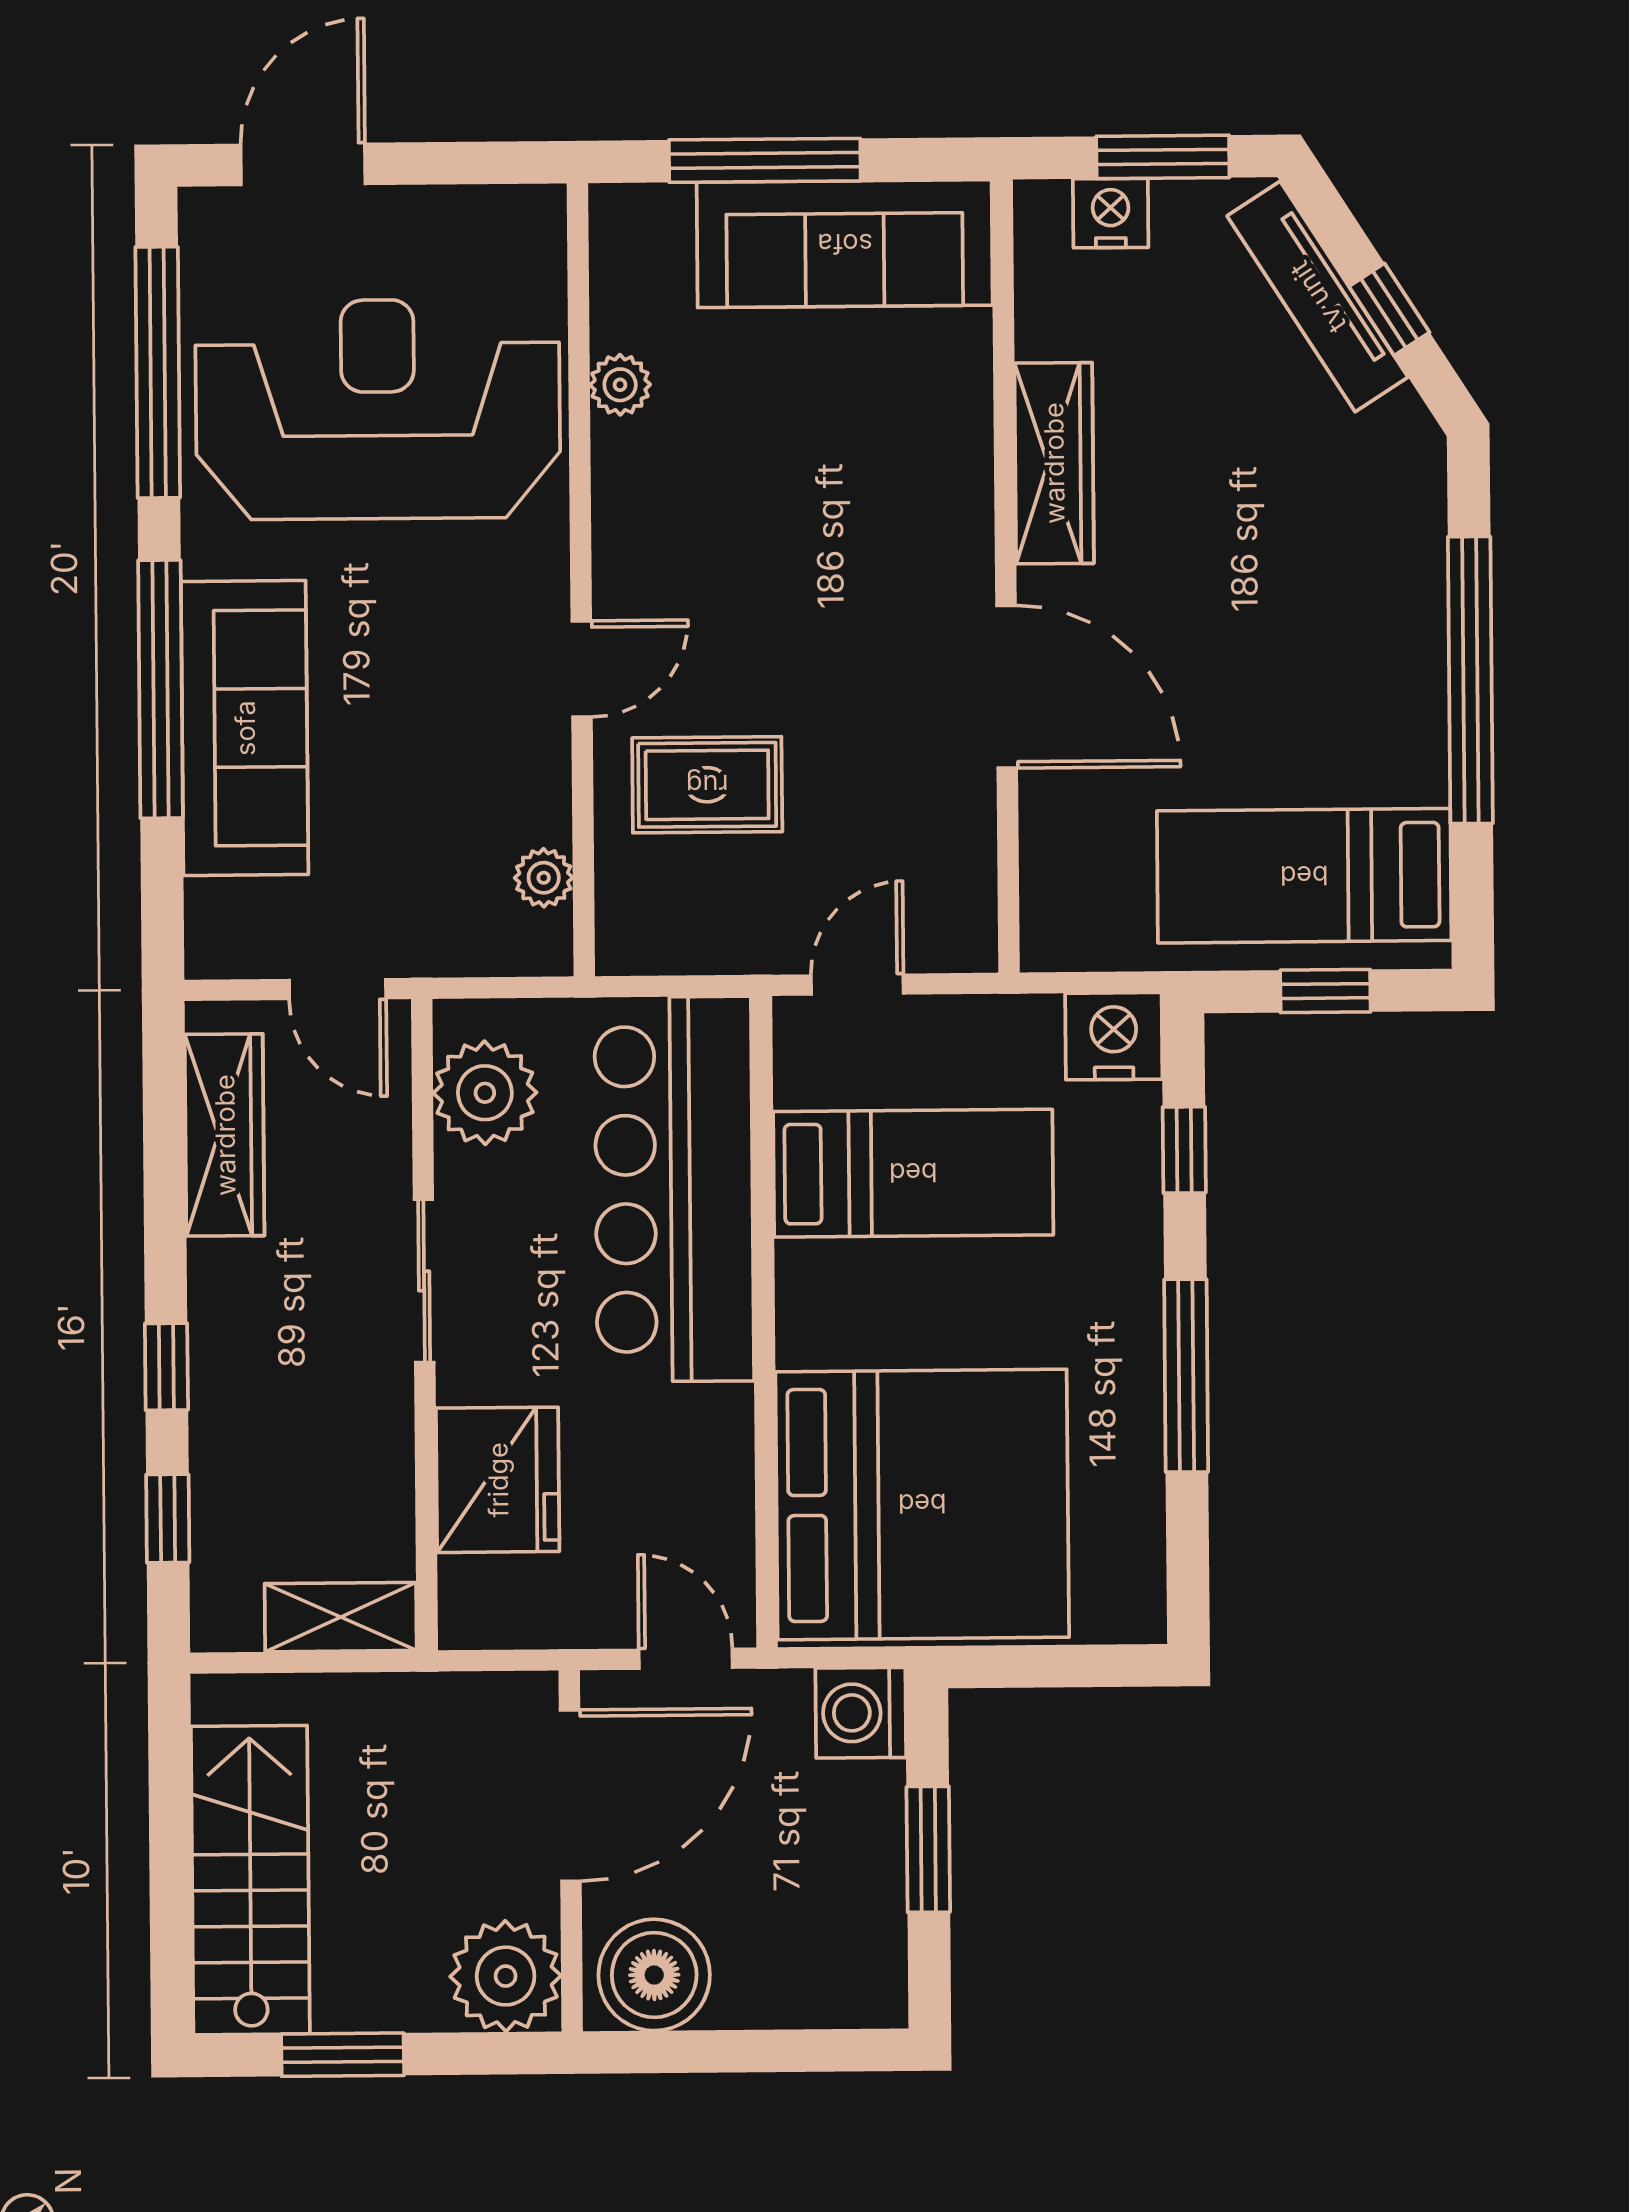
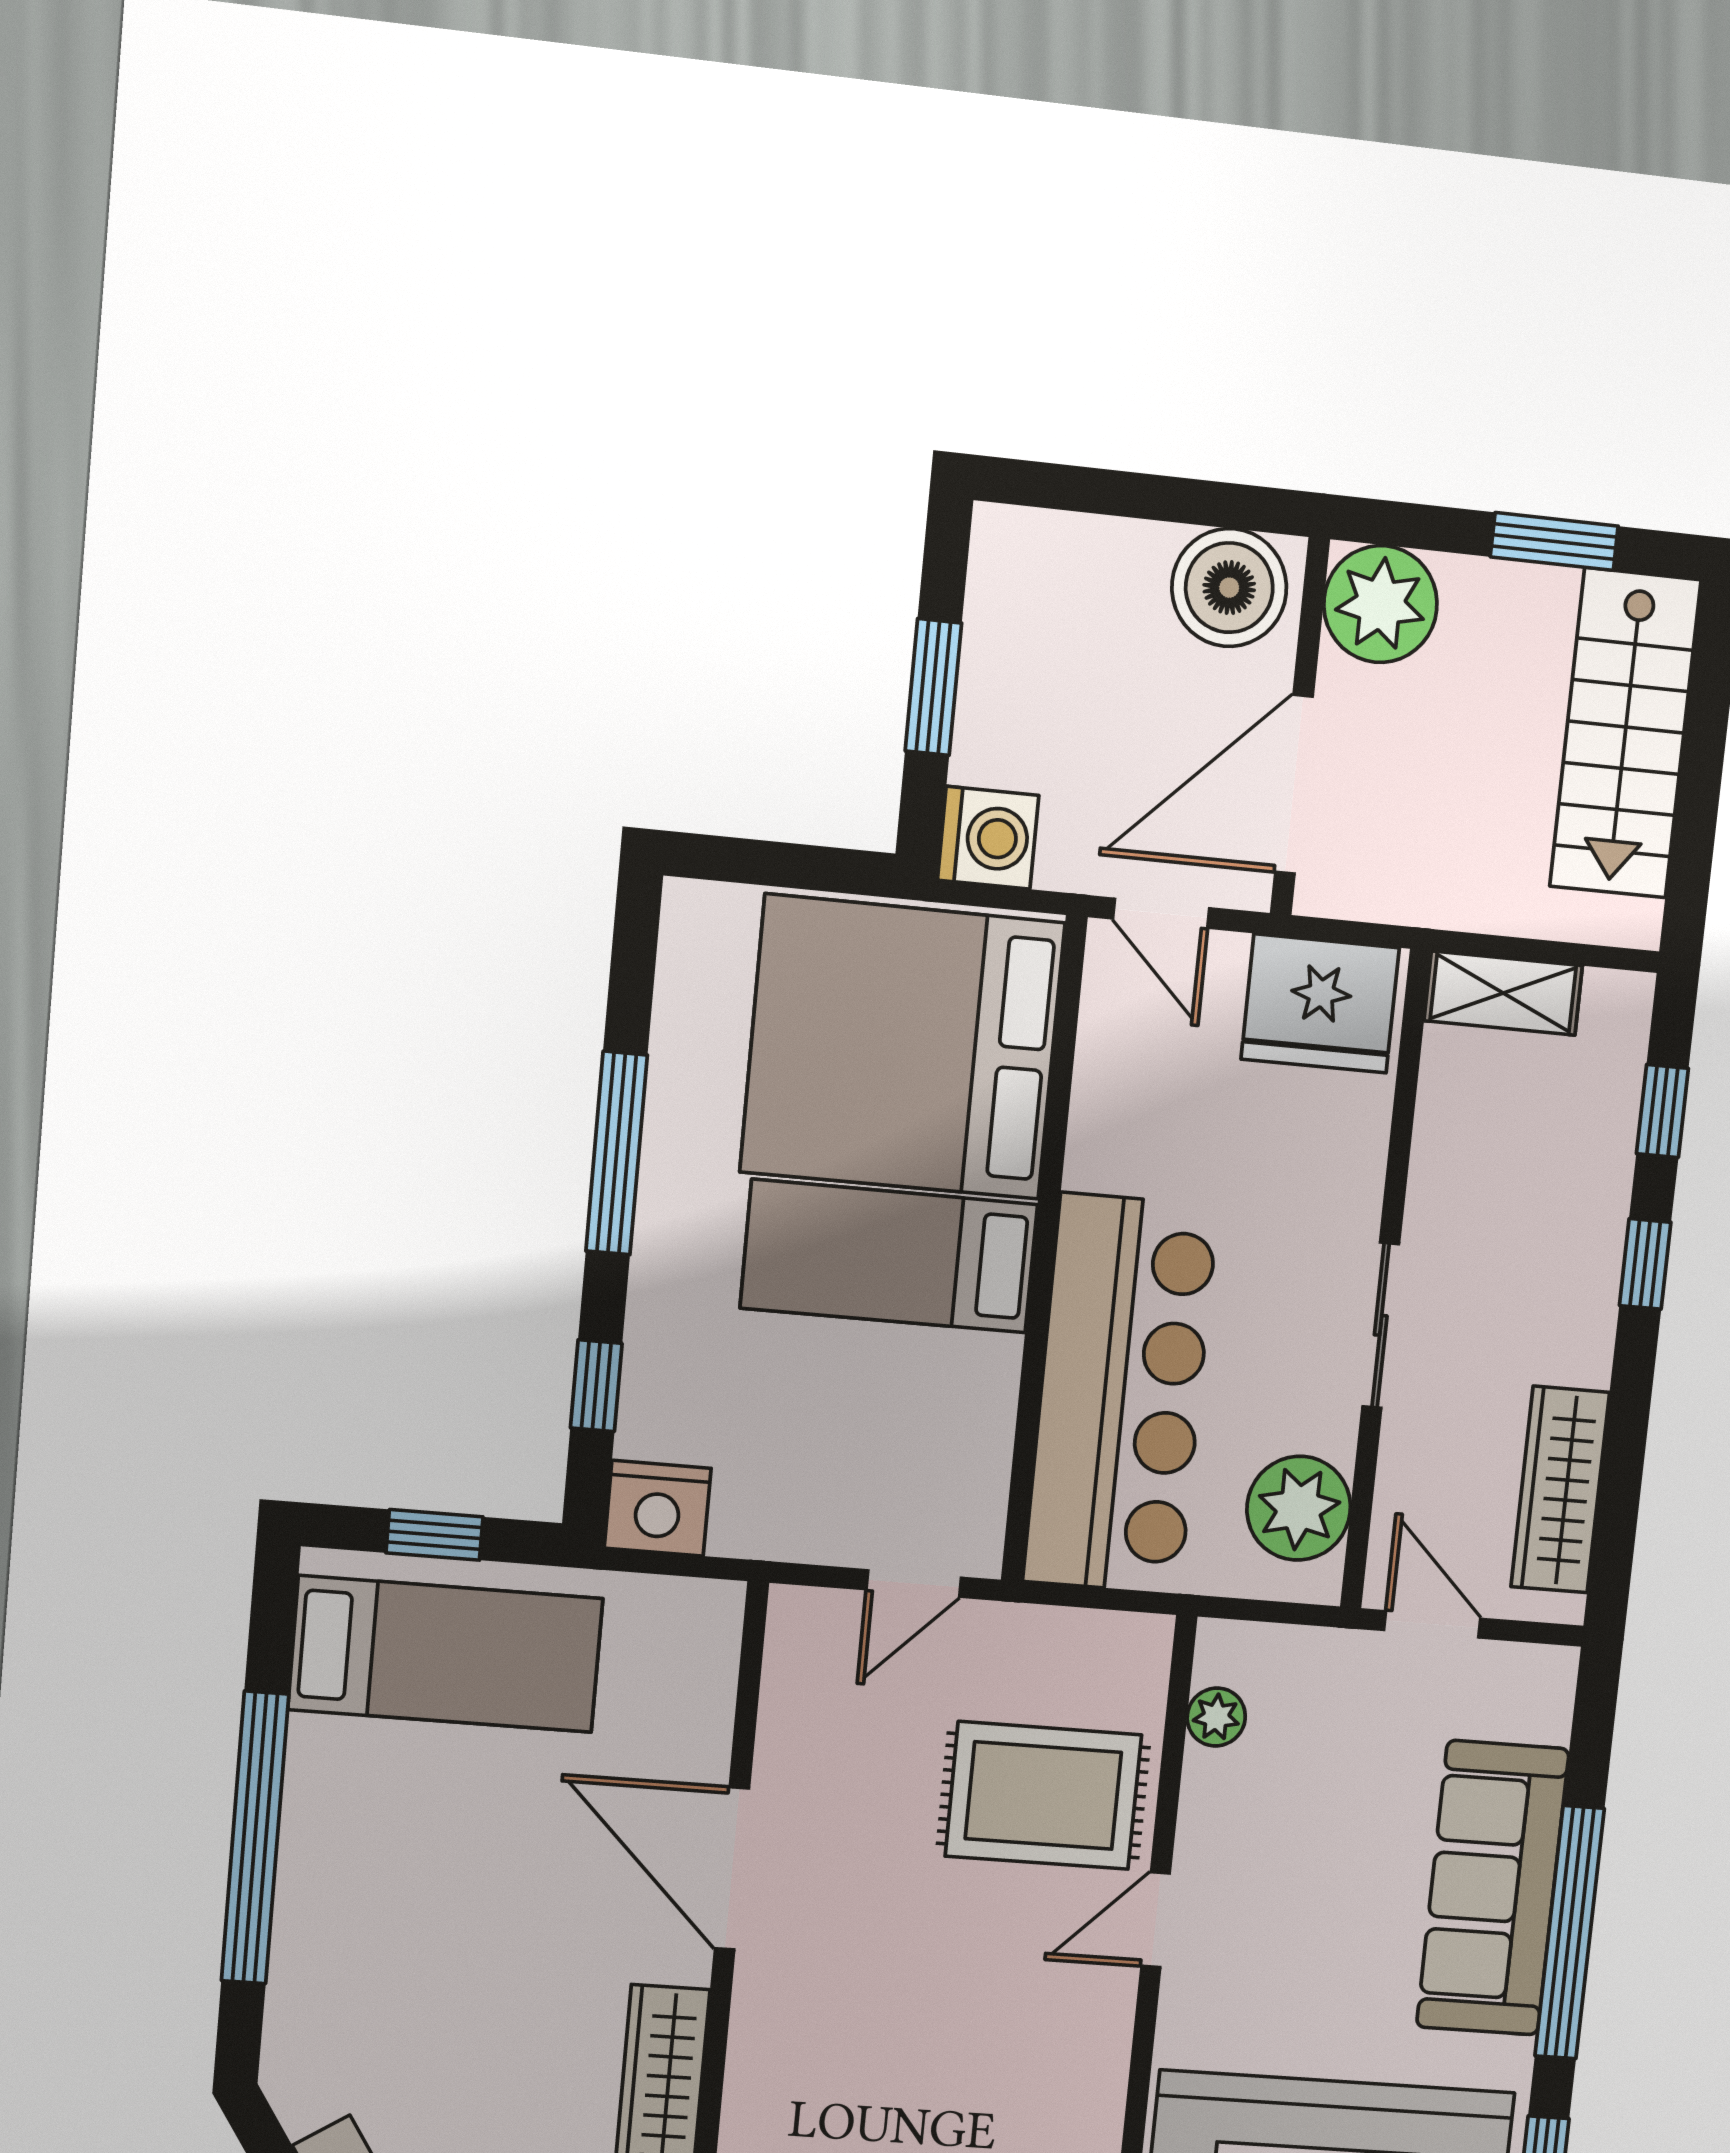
rug: (707, 785) -> (1043, 1796), width x1.36, depth x1.43
bed: (913, 1173) -> (889, 1256), moved
fridge: (498, 1480) -> (1320, 1003), moved, turned -90

